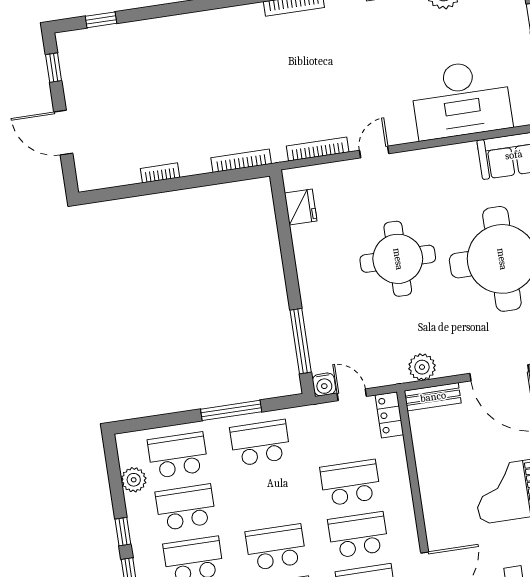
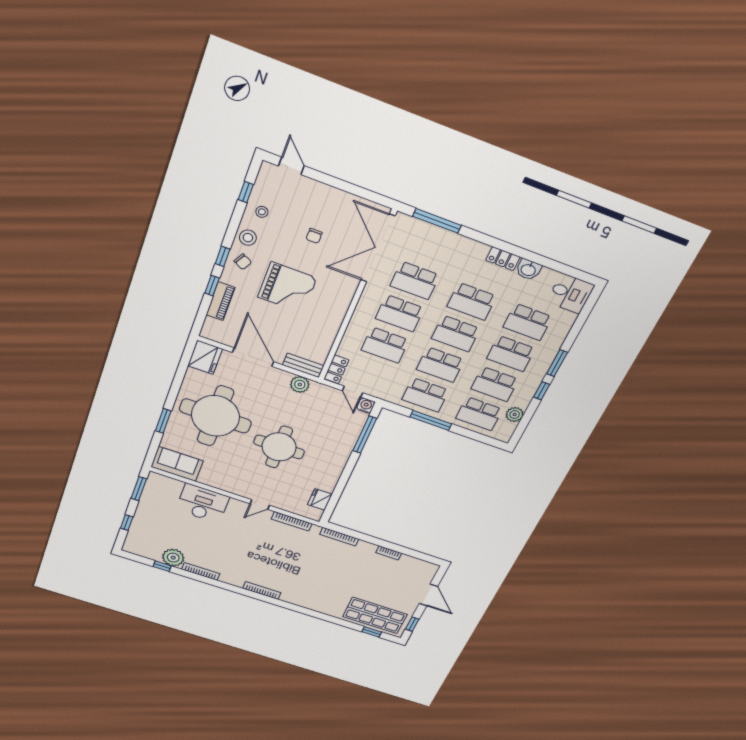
shop shelf: (114, 52) -> (375, 615), added
desk: (461, 99) -> (203, 503), width x0.73, depth x0.77
school desk: (268, 495) -> (440, 365), added

